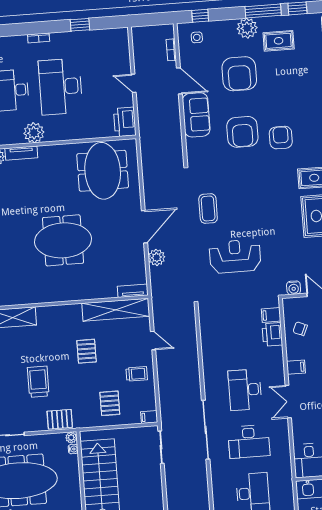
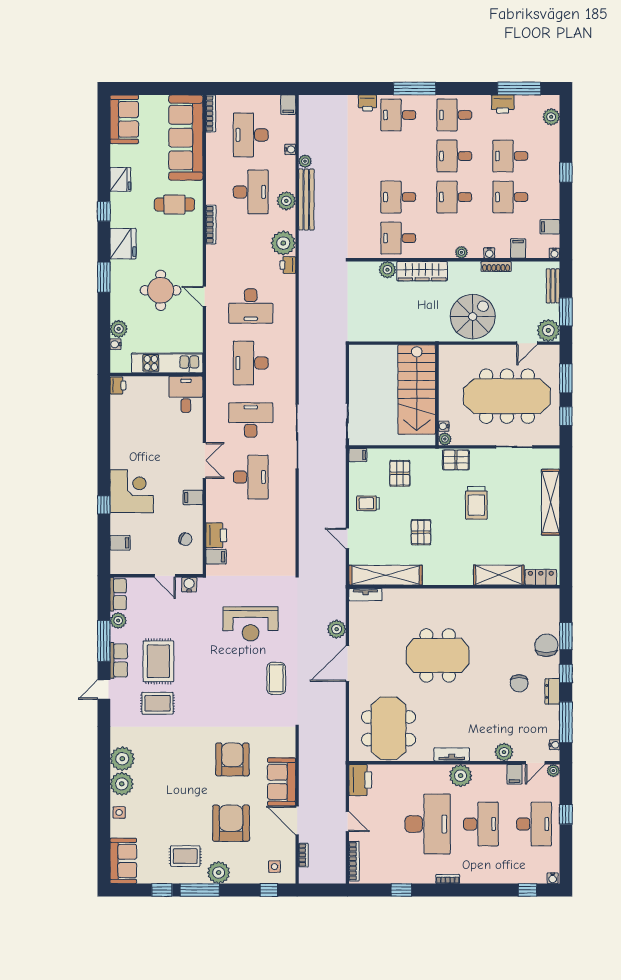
bookcase: (125, 48) -> (354, 861), added
armchair: (281, 138) -> (191, 750), removed
tv unit: (21, 153) -> (452, 754), moved

